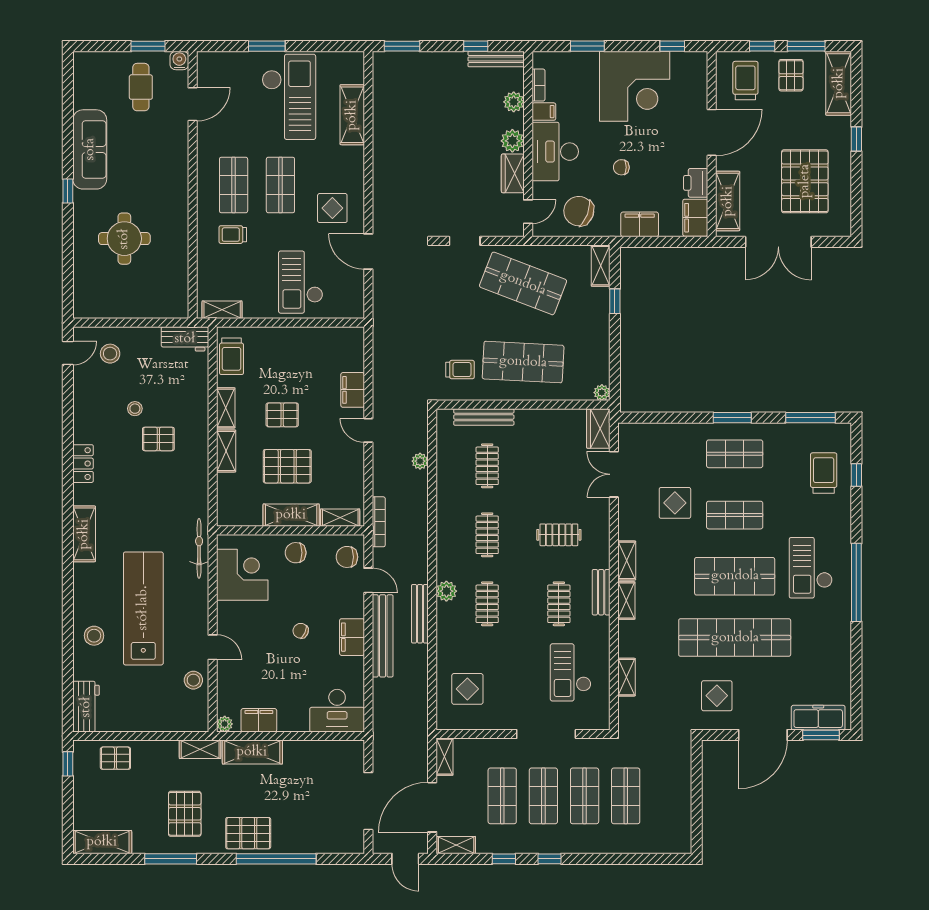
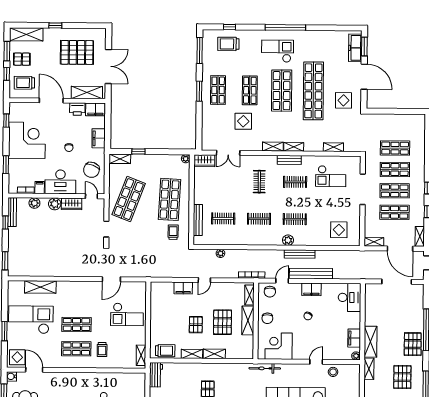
display table: (332, 208) -> (17, 357), moved
checkout: (811, 568) -> (278, 51), turned 180
pallet: (185, 814) -> (402, 377), turned 90

